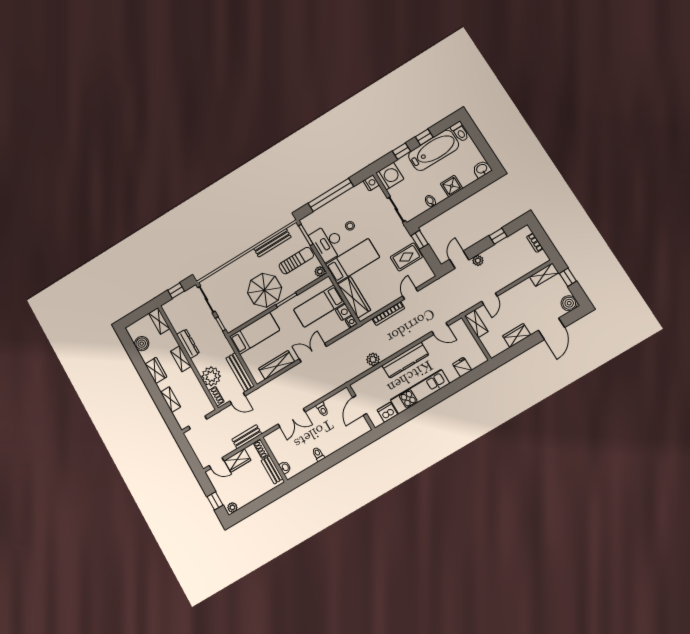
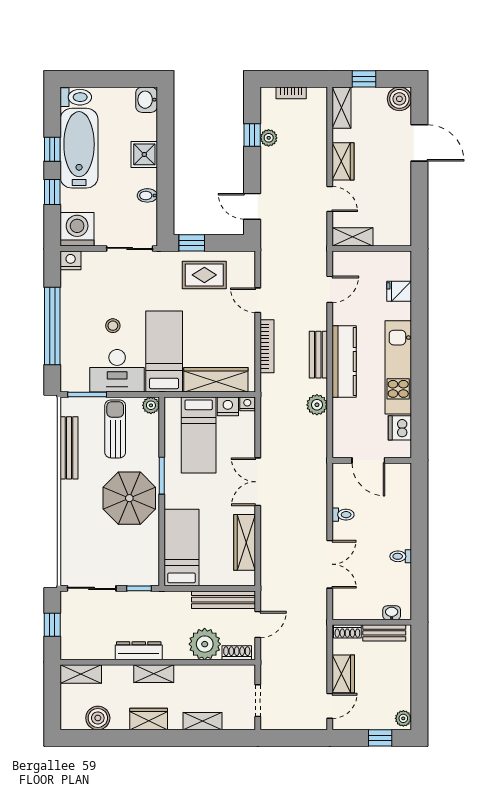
rug: (406, 257) -> (204, 275), turned 90
plant: (478, 261) -> (269, 138), moved
wardrobe: (517, 335) -> (343, 161), moved, turned 180
bench: (247, 437) -> (318, 355), moved

